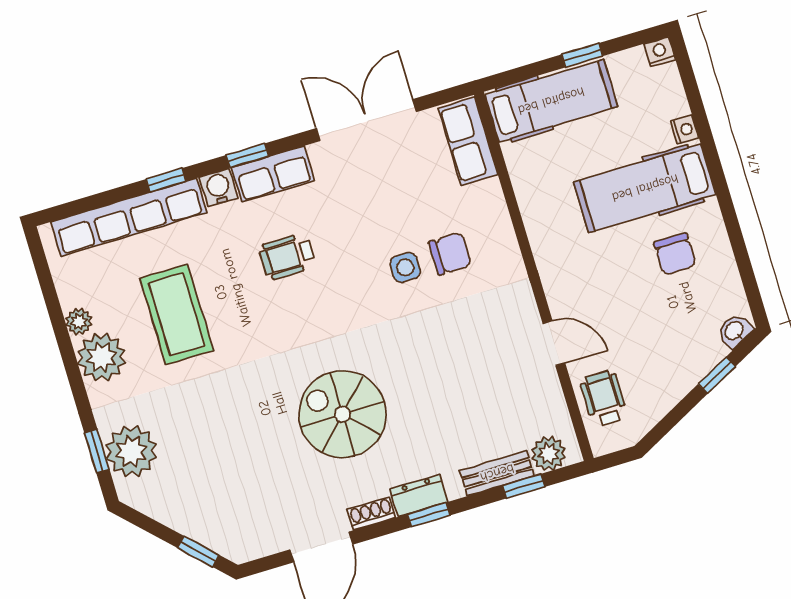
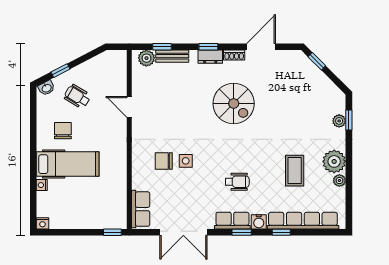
window: (582, 55) -> (112, 232), moved
hospital bed: (551, 101) -> (98, 216), removed
coffee table: (177, 314) -> (295, 171), width x0.73, depth x0.76
wheelchair: (604, 399) -> (77, 96), moved, turned 121
plant: (131, 451) -> (339, 121), width x0.53, depth x0.53

